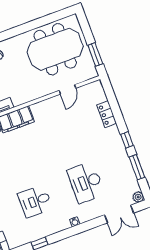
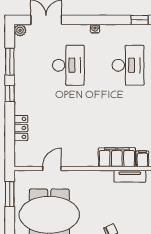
desk: (35, 201) -> (128, 65), width x1.37

